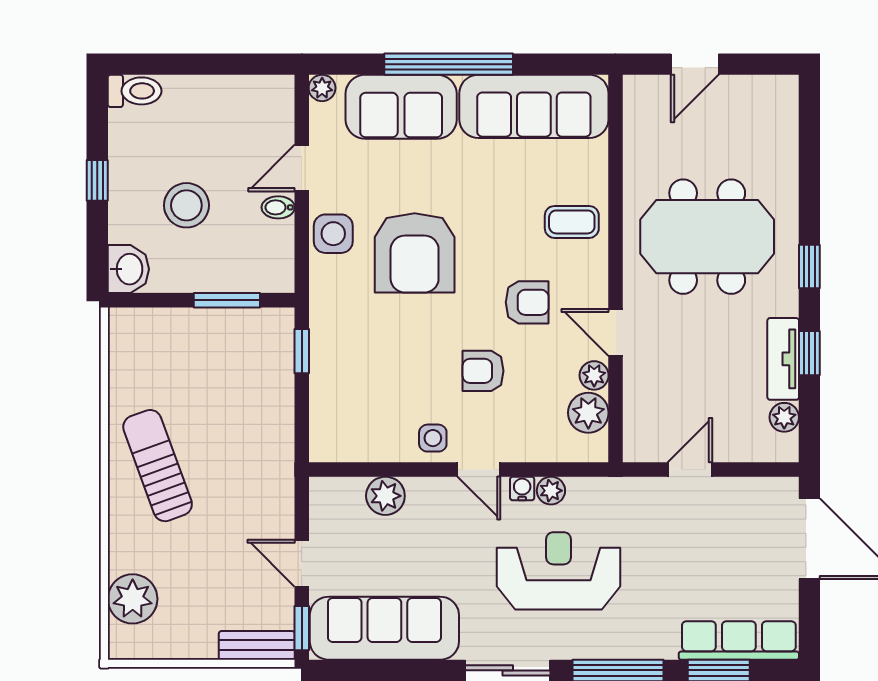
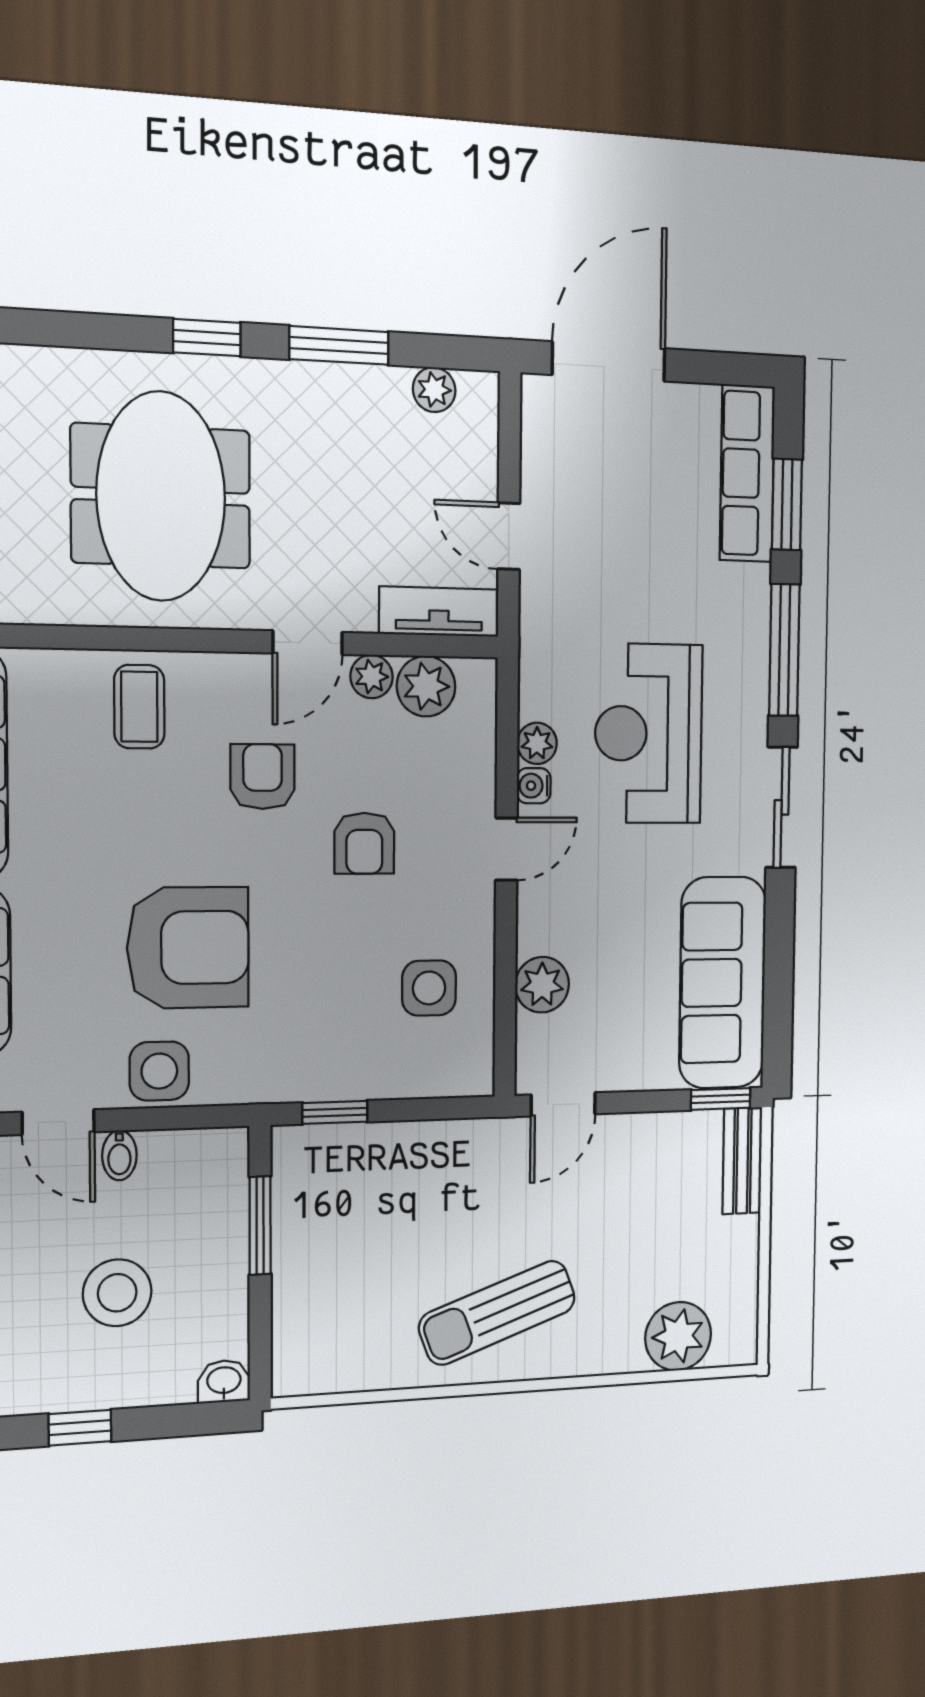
washbasin: (128, 269) -> (224, 1381), width x0.72, depth x0.69
window: (809, 353) -> (339, 345), width x1.50
tv unit: (783, 359) -> (439, 612), moved, turned 180
side table: (433, 438) -> (429, 988), moved, width x1.37, depth x1.37
door: (302, 563) -> (563, 1104), moved

